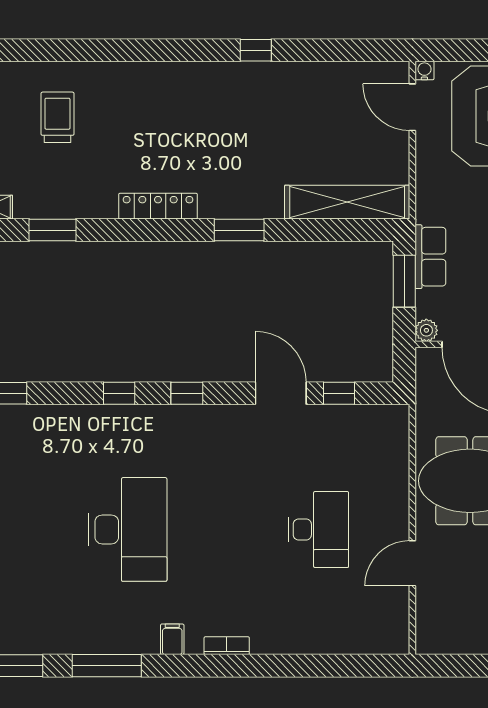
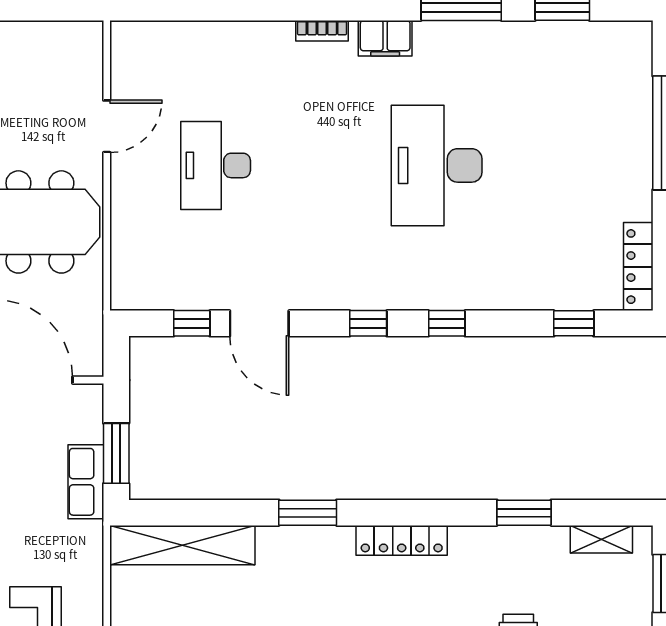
plant: (426, 330) -> (90, 396), removed
filing cabinet: (172, 639) -> (385, 38), width x2.00

